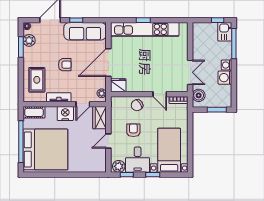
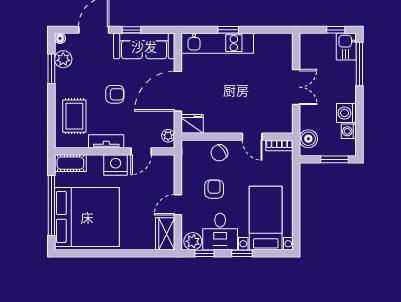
kitchen unit: (145, 29) -> (217, 43), width x0.73
washing machine: (227, 65) -> (349, 131), moved
double door: (190, 72) -> (296, 87), moved
wardrobe: (100, 118) -> (165, 234), moved

